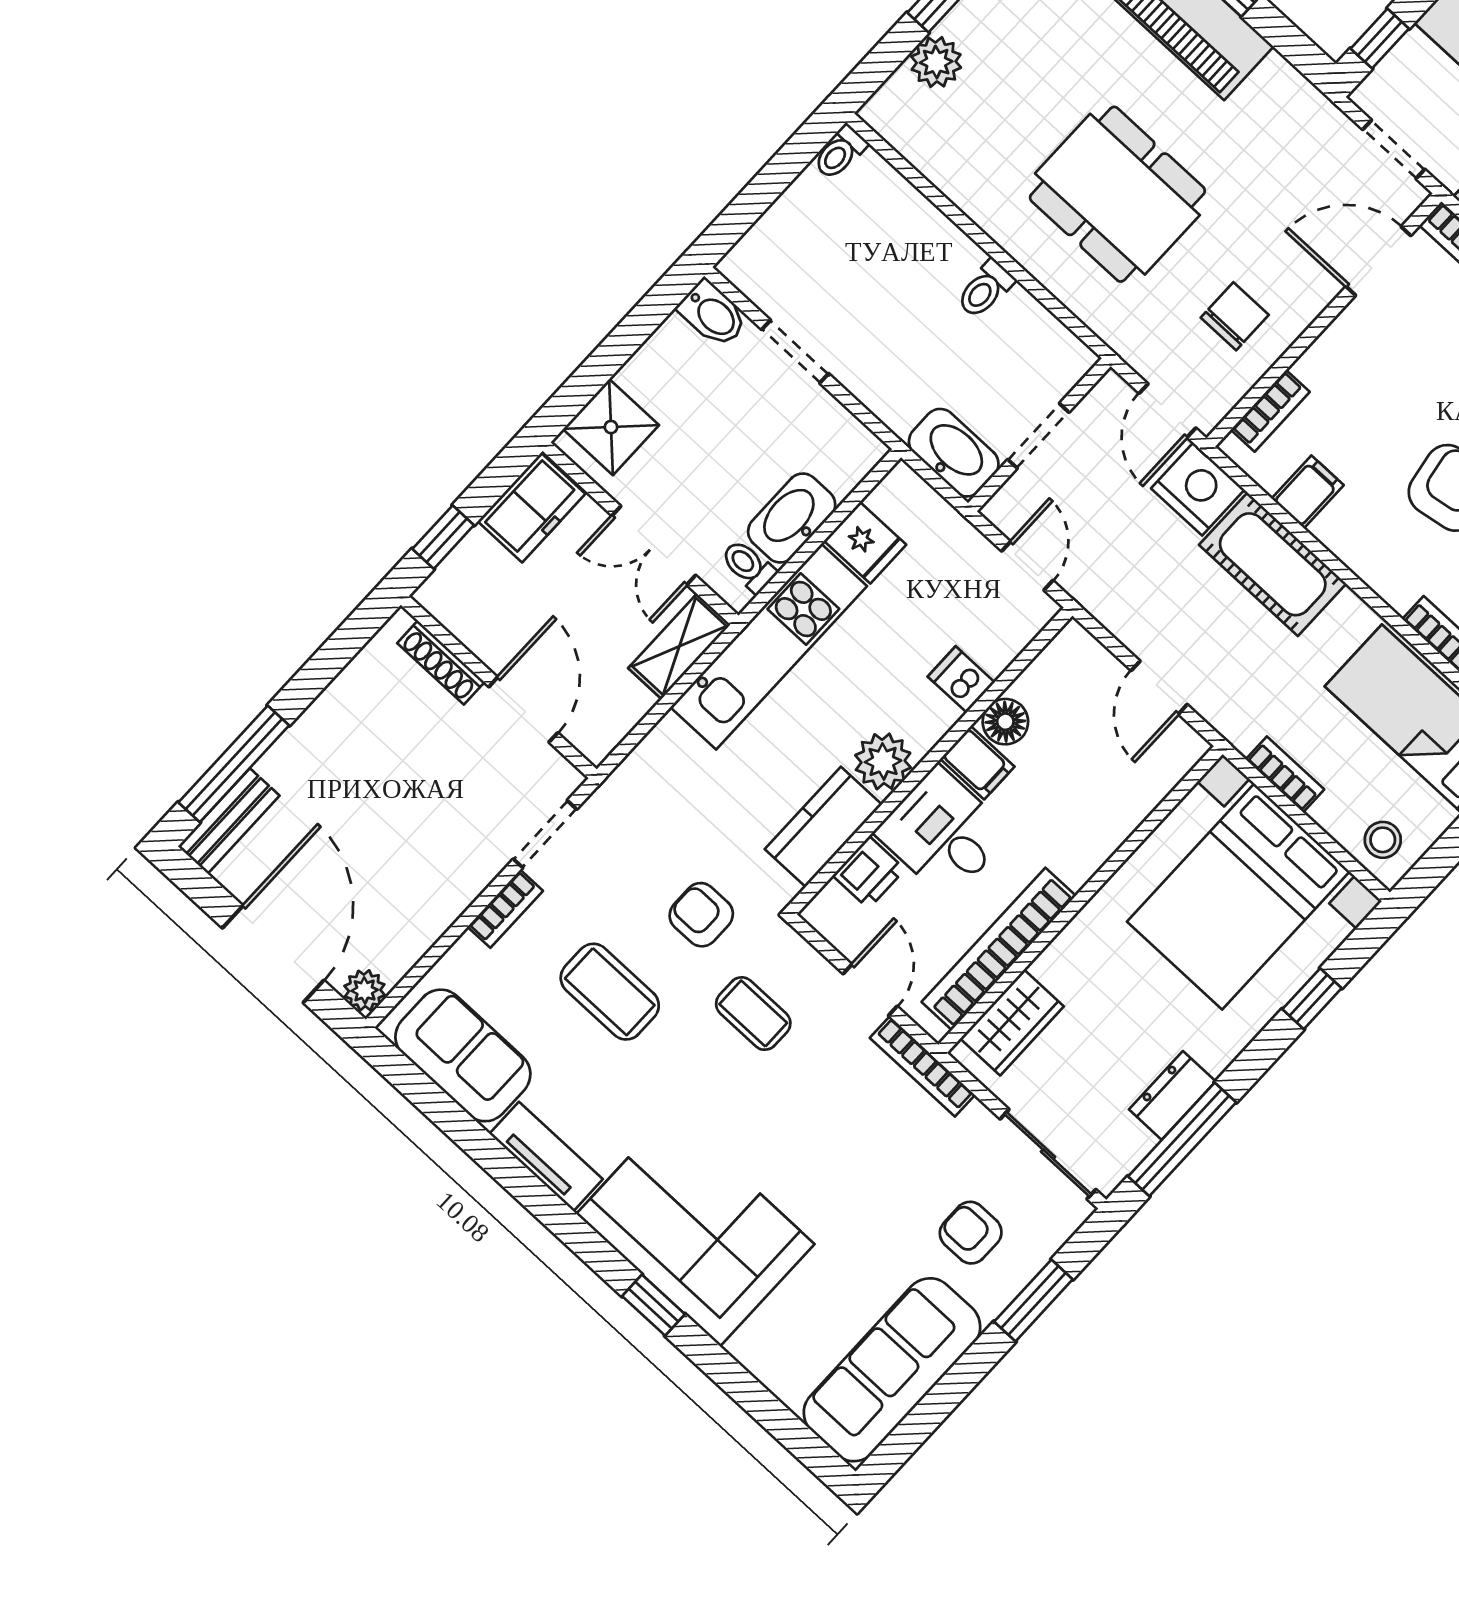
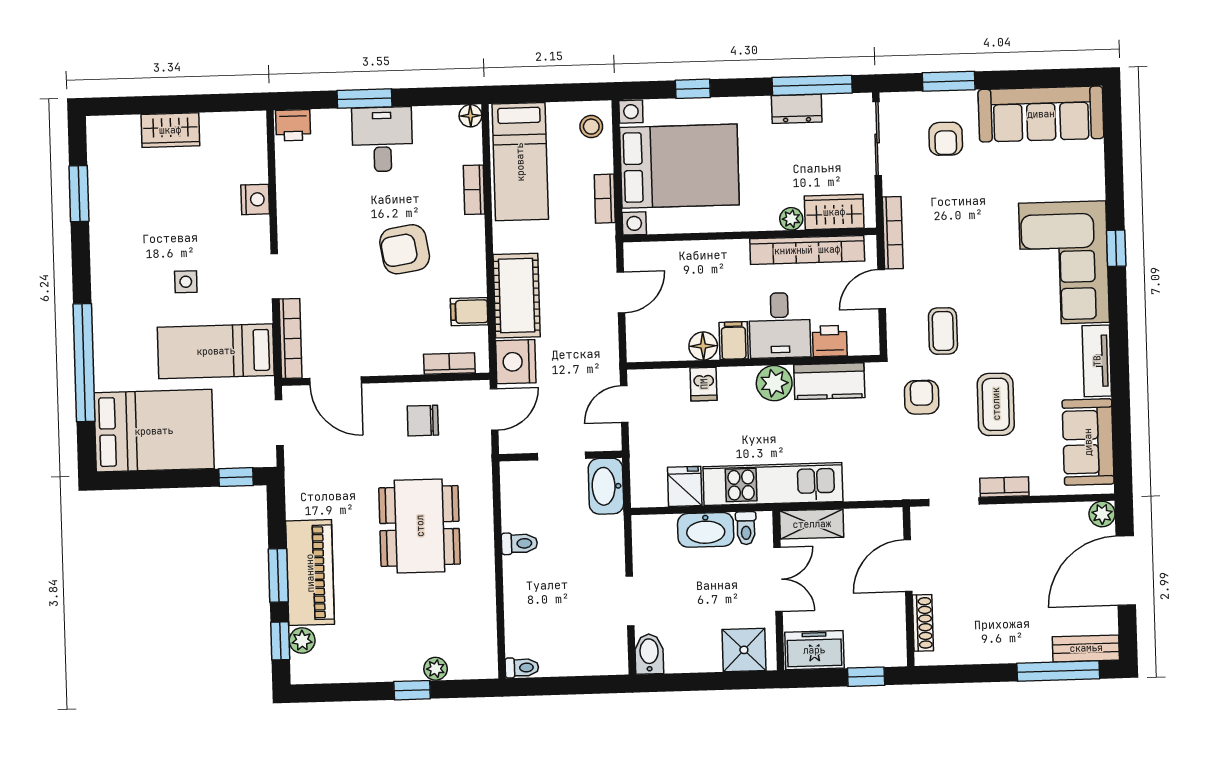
plant: (936, 62) -> (436, 669), width x0.73, depth x0.73
armchair: (701, 915) -> (922, 397), turned 180
plant: (1052, 966) -> (791, 219), added

